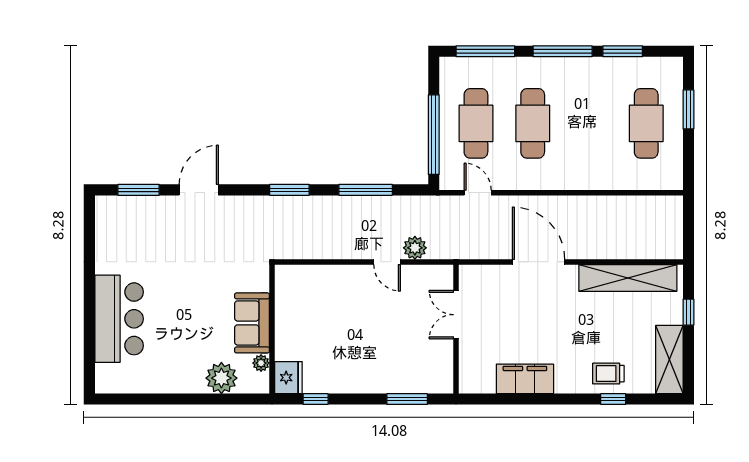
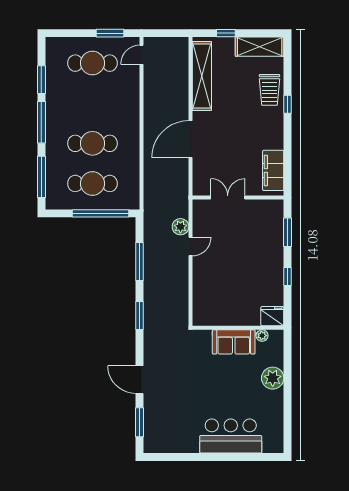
window: (688, 109) -> (110, 33), moved
door: (478, 193) -> (142, 55), moved
double door: (456, 315) -> (228, 198), swing flipped
trolley: (608, 374) -> (269, 90), width x1.36, depth x1.39
plant: (221, 378) -> (273, 378), moved
filing cabinet: (525, 379) -> (273, 170), moved
window: (316, 399) -> (288, 277), moved
window: (613, 399) -> (288, 104), moved

